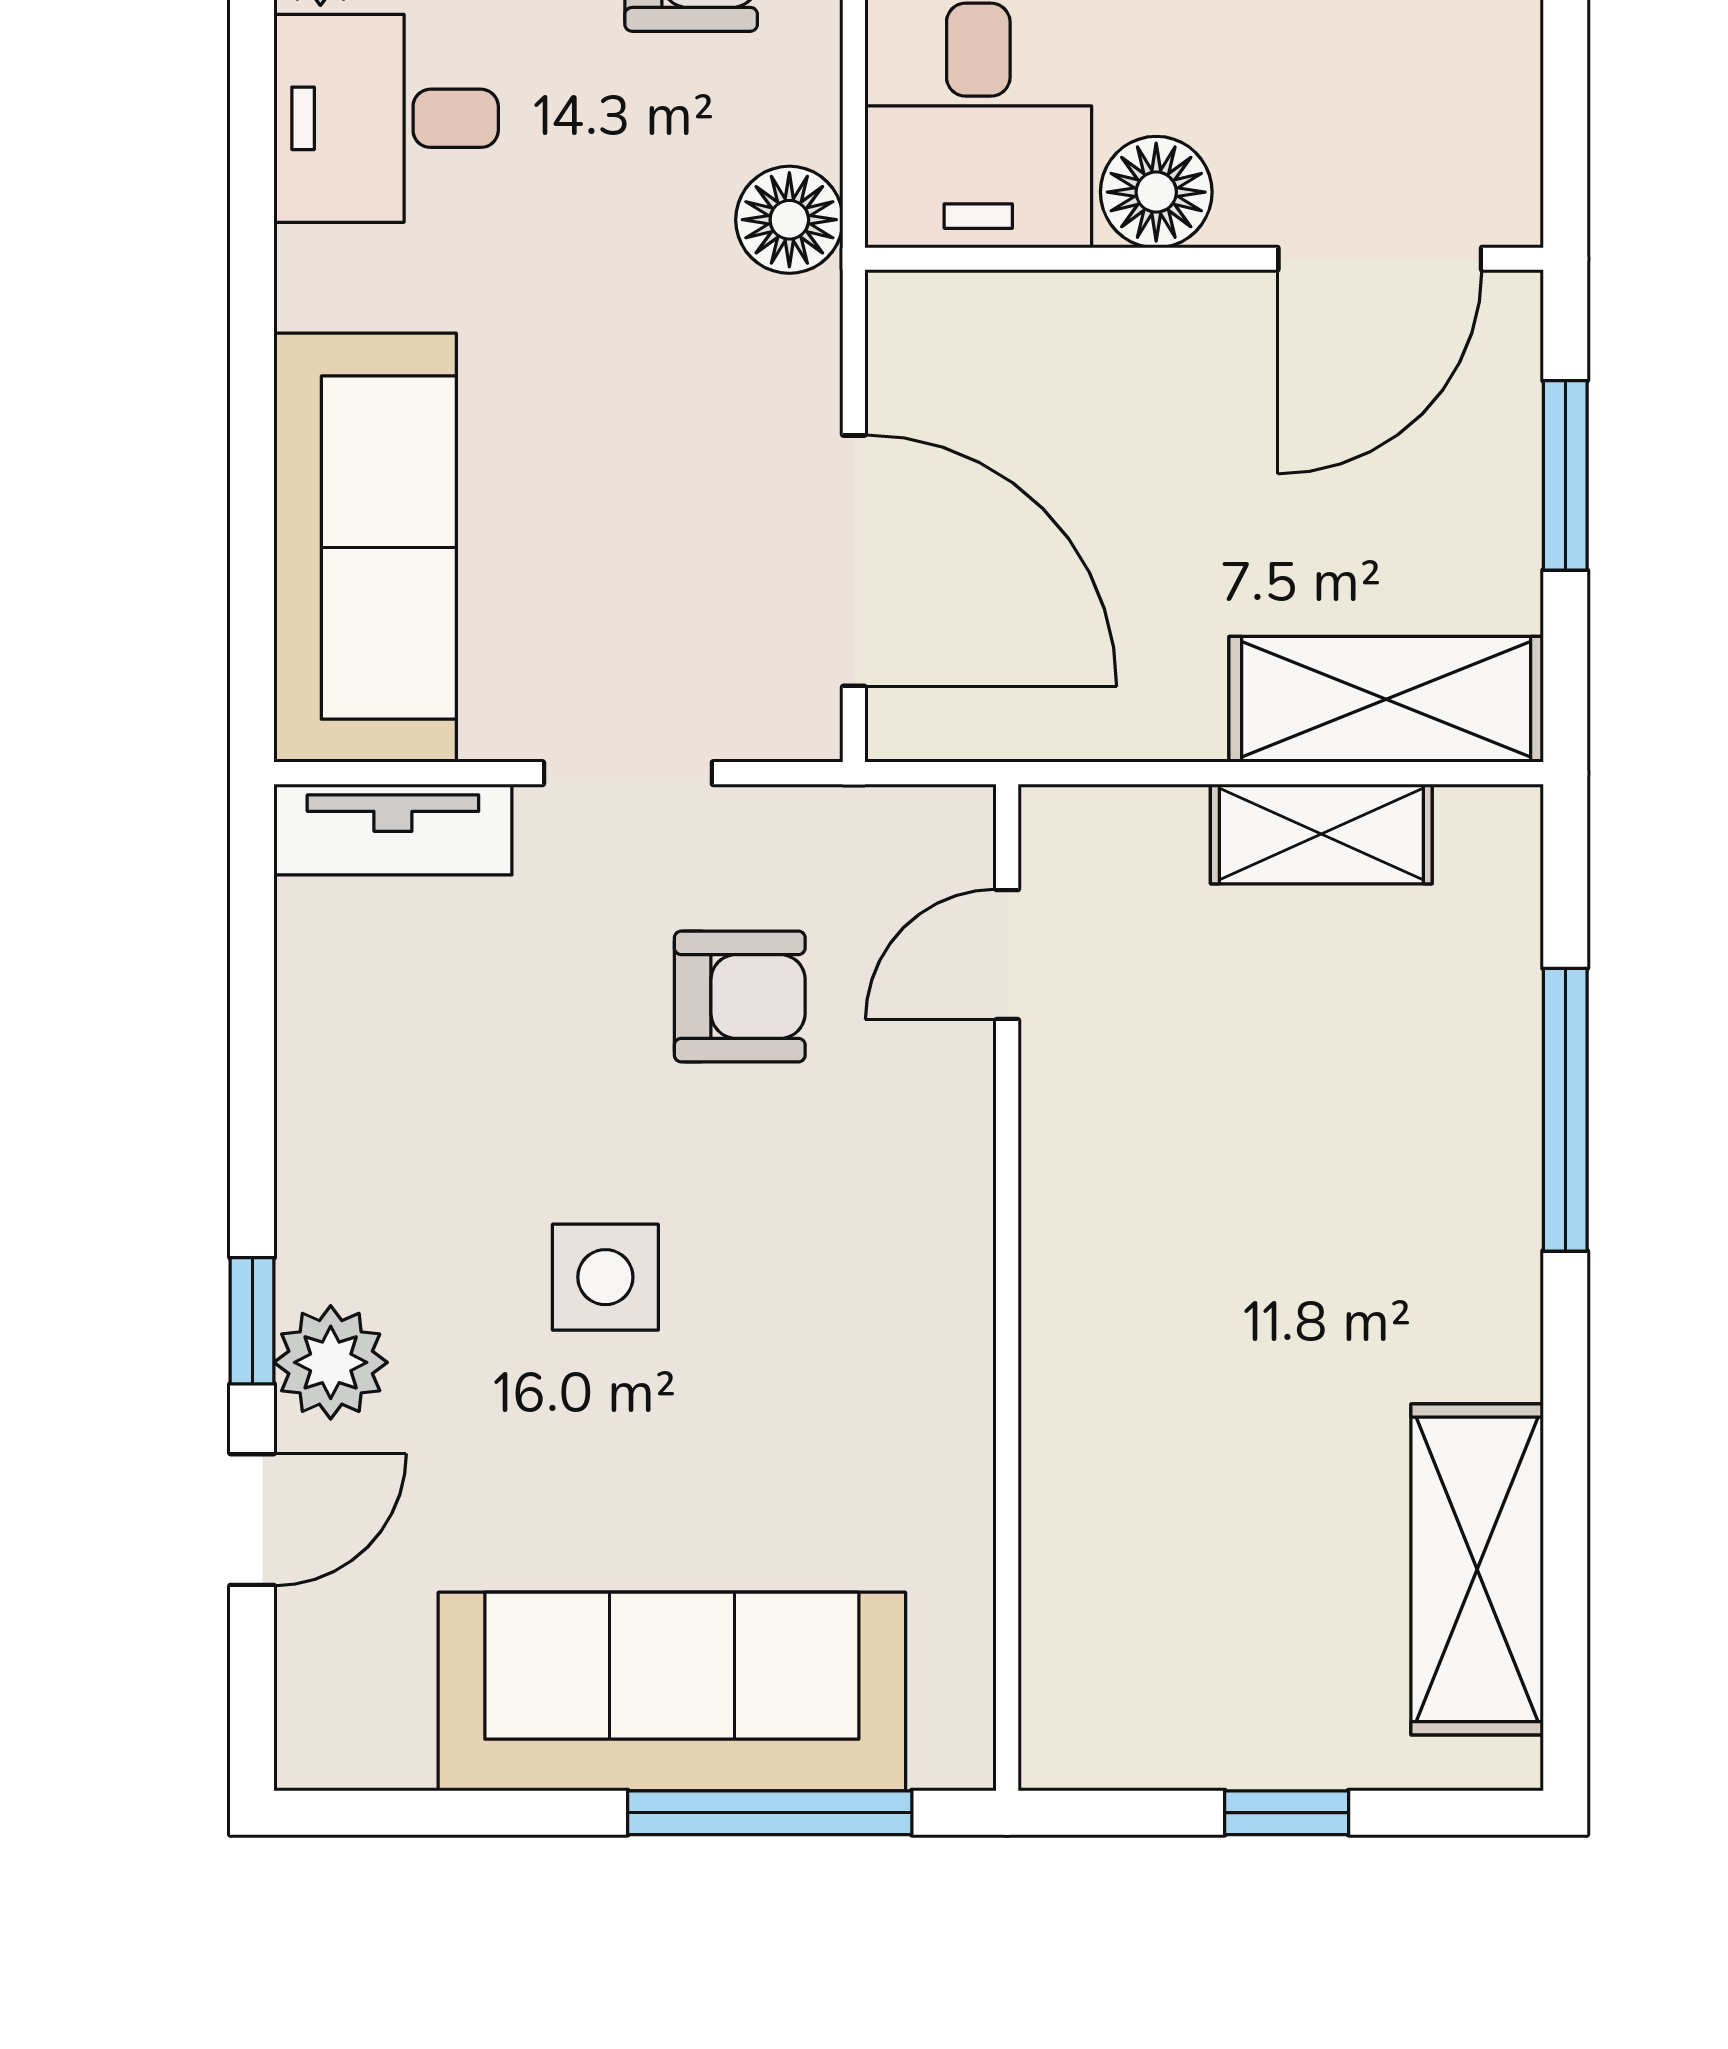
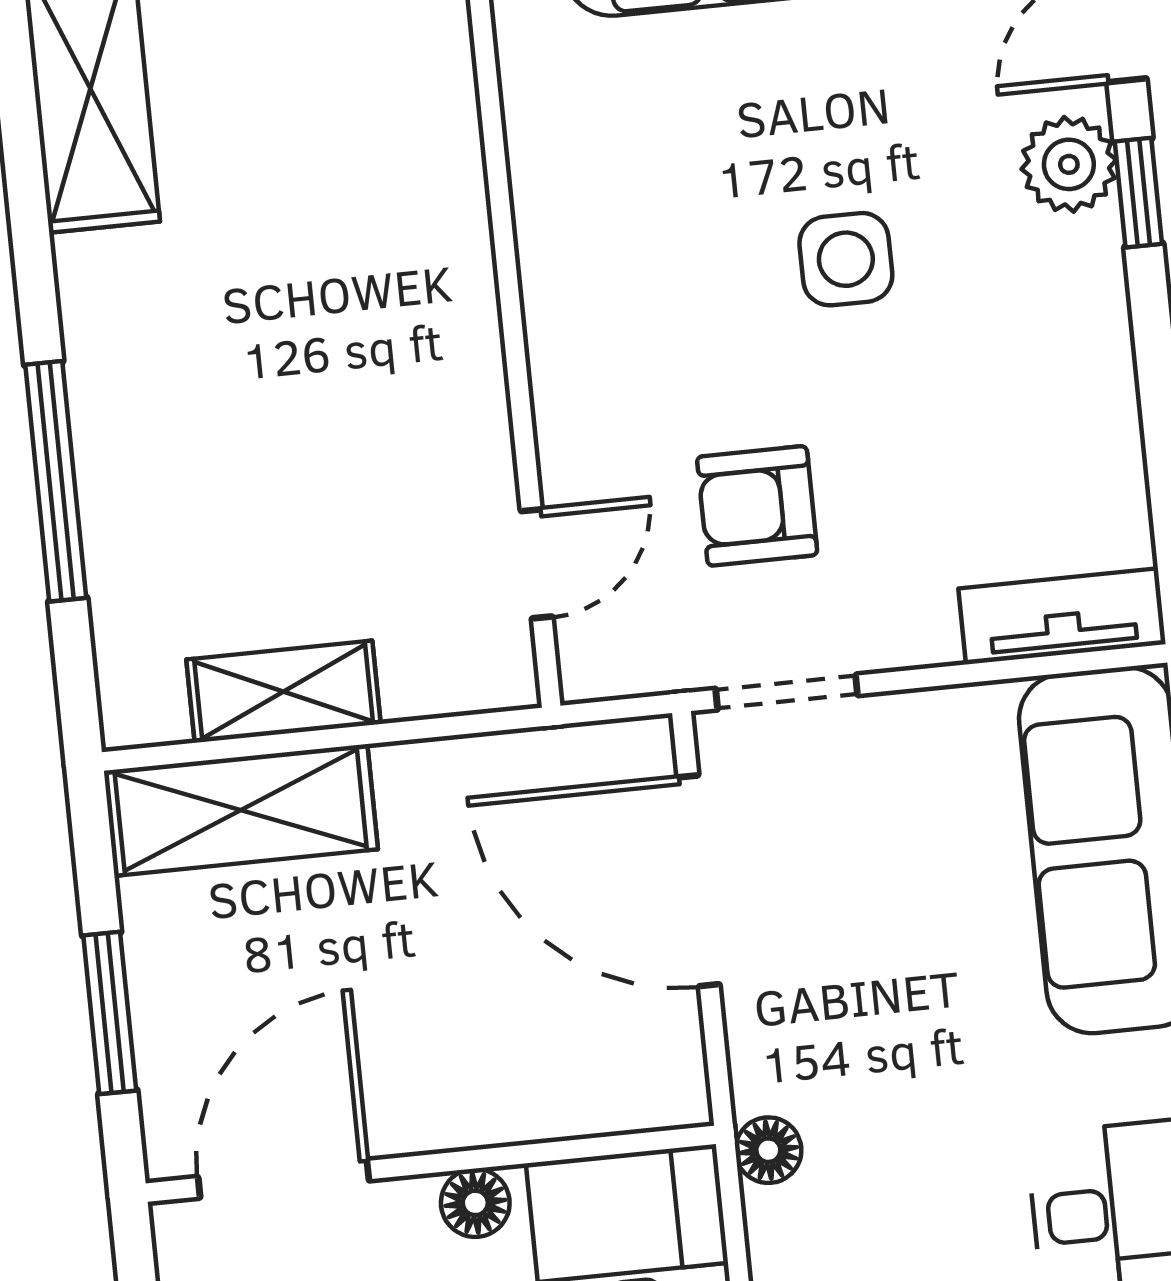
floor lamp: (1156, 192) -> (475, 1203), width x0.73, depth x0.73
floor lamp: (789, 220) -> (768, 1150), width x0.73, depth x0.73
doorway: (628, 773) -> (787, 692), moved

